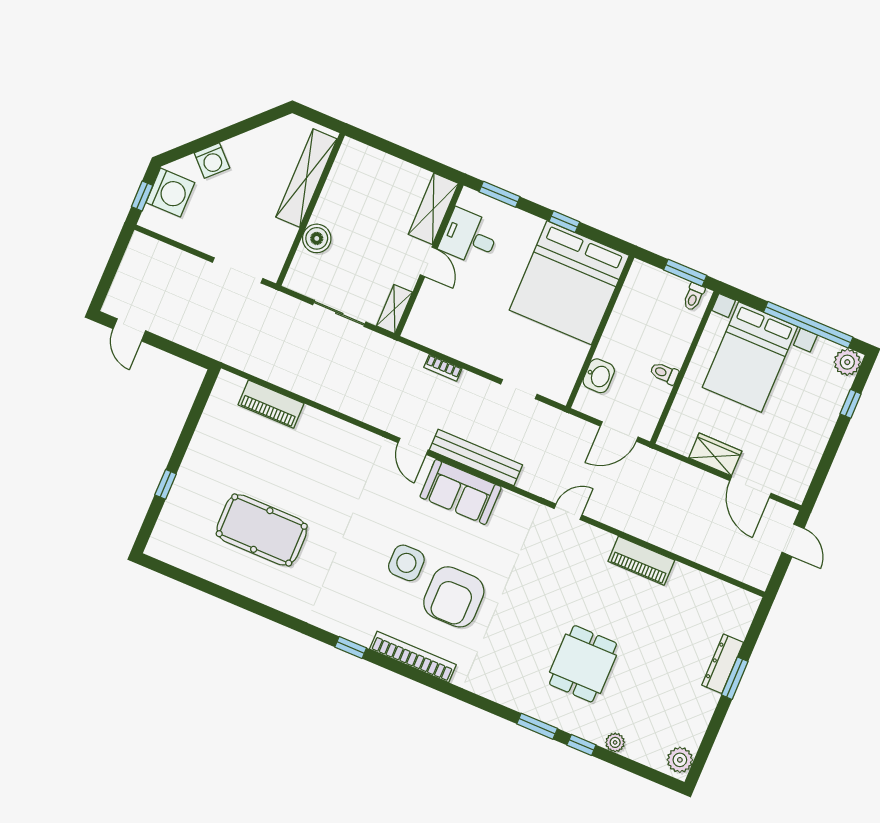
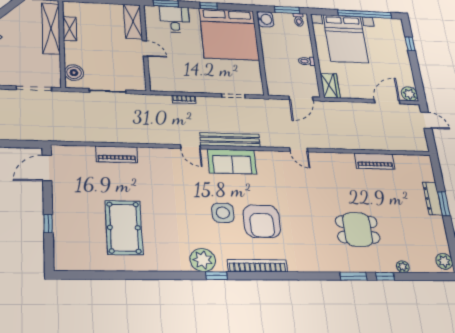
desk: (469, 237) -> (175, 19), moved, turned 90
boiler: (317, 238) -> (74, 73), moved
shelving: (394, 309) -> (70, 29), moved
plant: (847, 362) -> (409, 94), moved
washbasin: (599, 376) -> (265, 19), moved
door: (200, 402) -> (47, 168), added
piano: (271, 404) -> (117, 154), moved
wardrobe: (715, 454) -> (330, 86), moved, turned 90
door: (750, 487) -> (387, 102), swing flipped
door: (568, 512) -> (299, 150), swing flipped
pool table: (262, 530) -> (124, 228), turned 90
piano: (641, 561) -> (375, 161), moved
plant: (344, 618) -> (203, 260), added
dining table: (583, 664) -> (358, 229), turned 90

